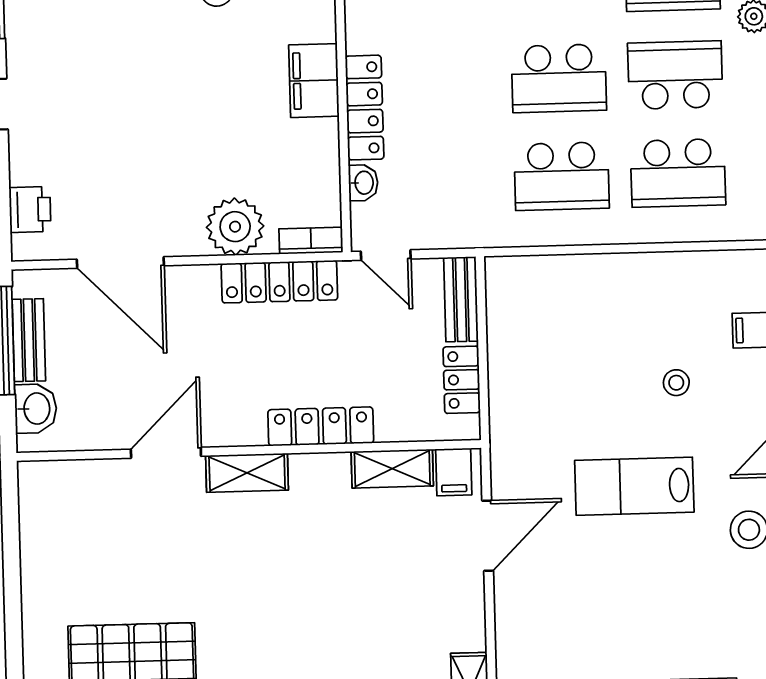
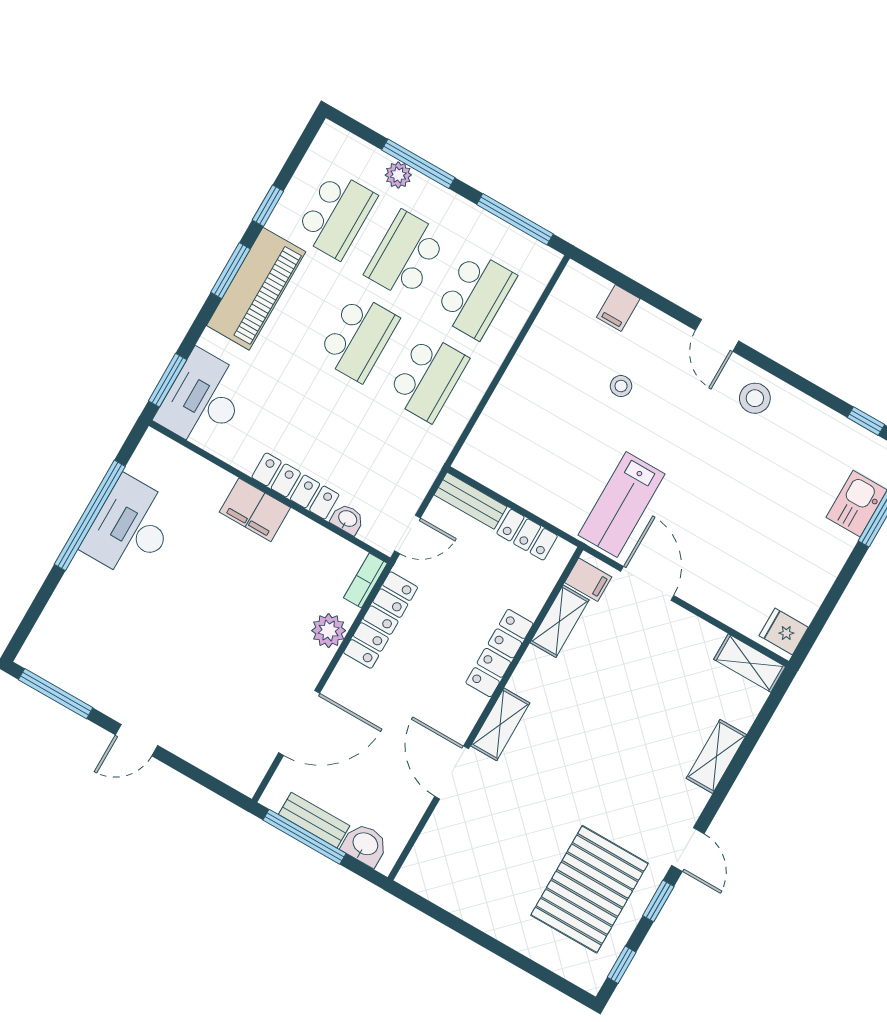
printer: (30, 210) -> (223, 763), removed
plant: (235, 227) -> (329, 631), width x0.73, depth x0.73
lab bench: (634, 486) -> (622, 505), moved

